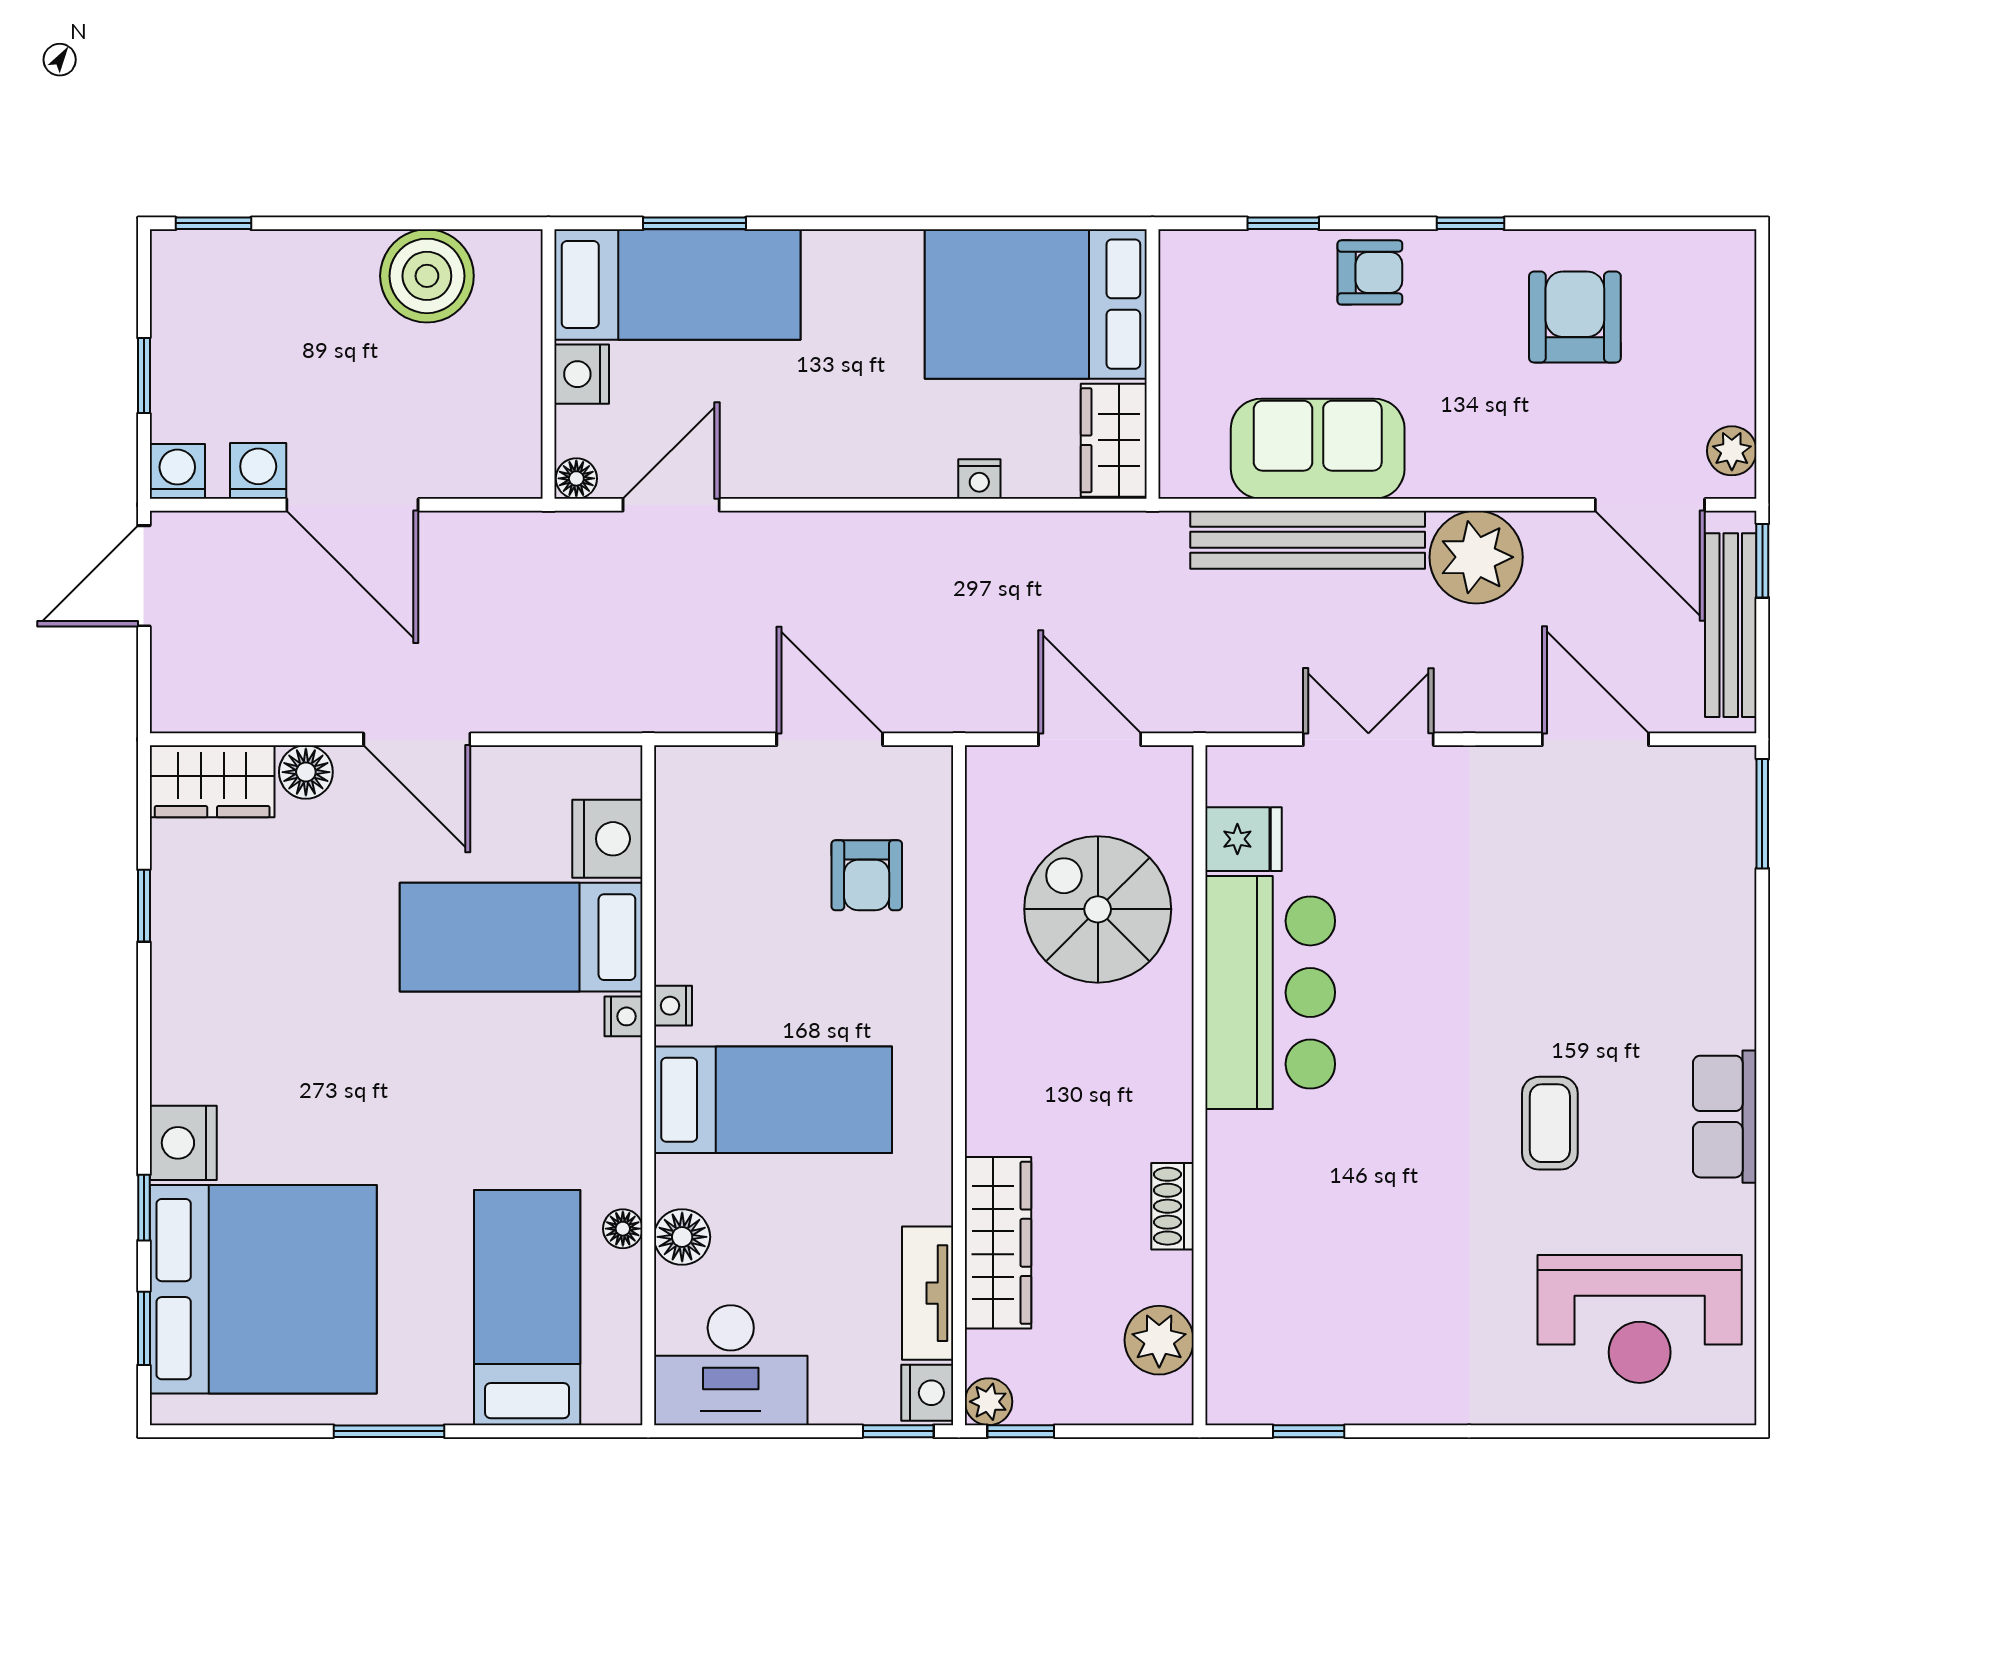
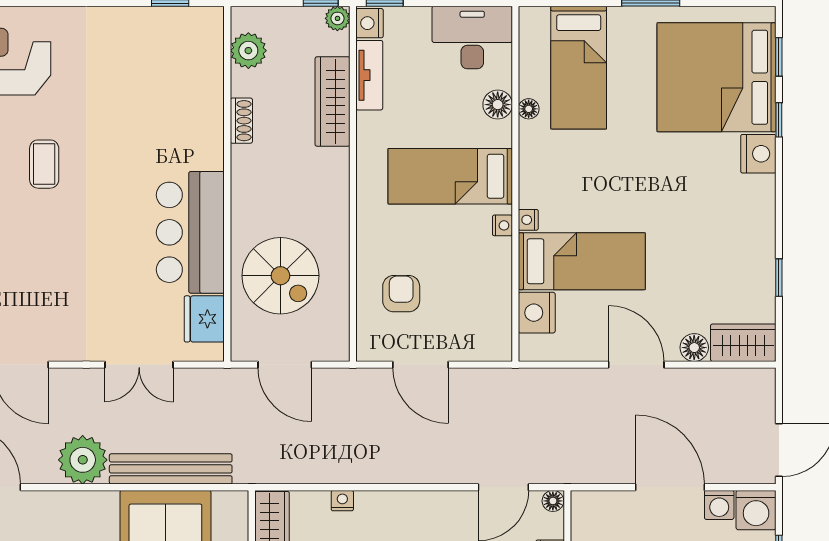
washing machine: (177, 471) -> (756, 510), width x1.38, depth x1.38
fridge: (1243, 839) -> (204, 319), width x1.38

